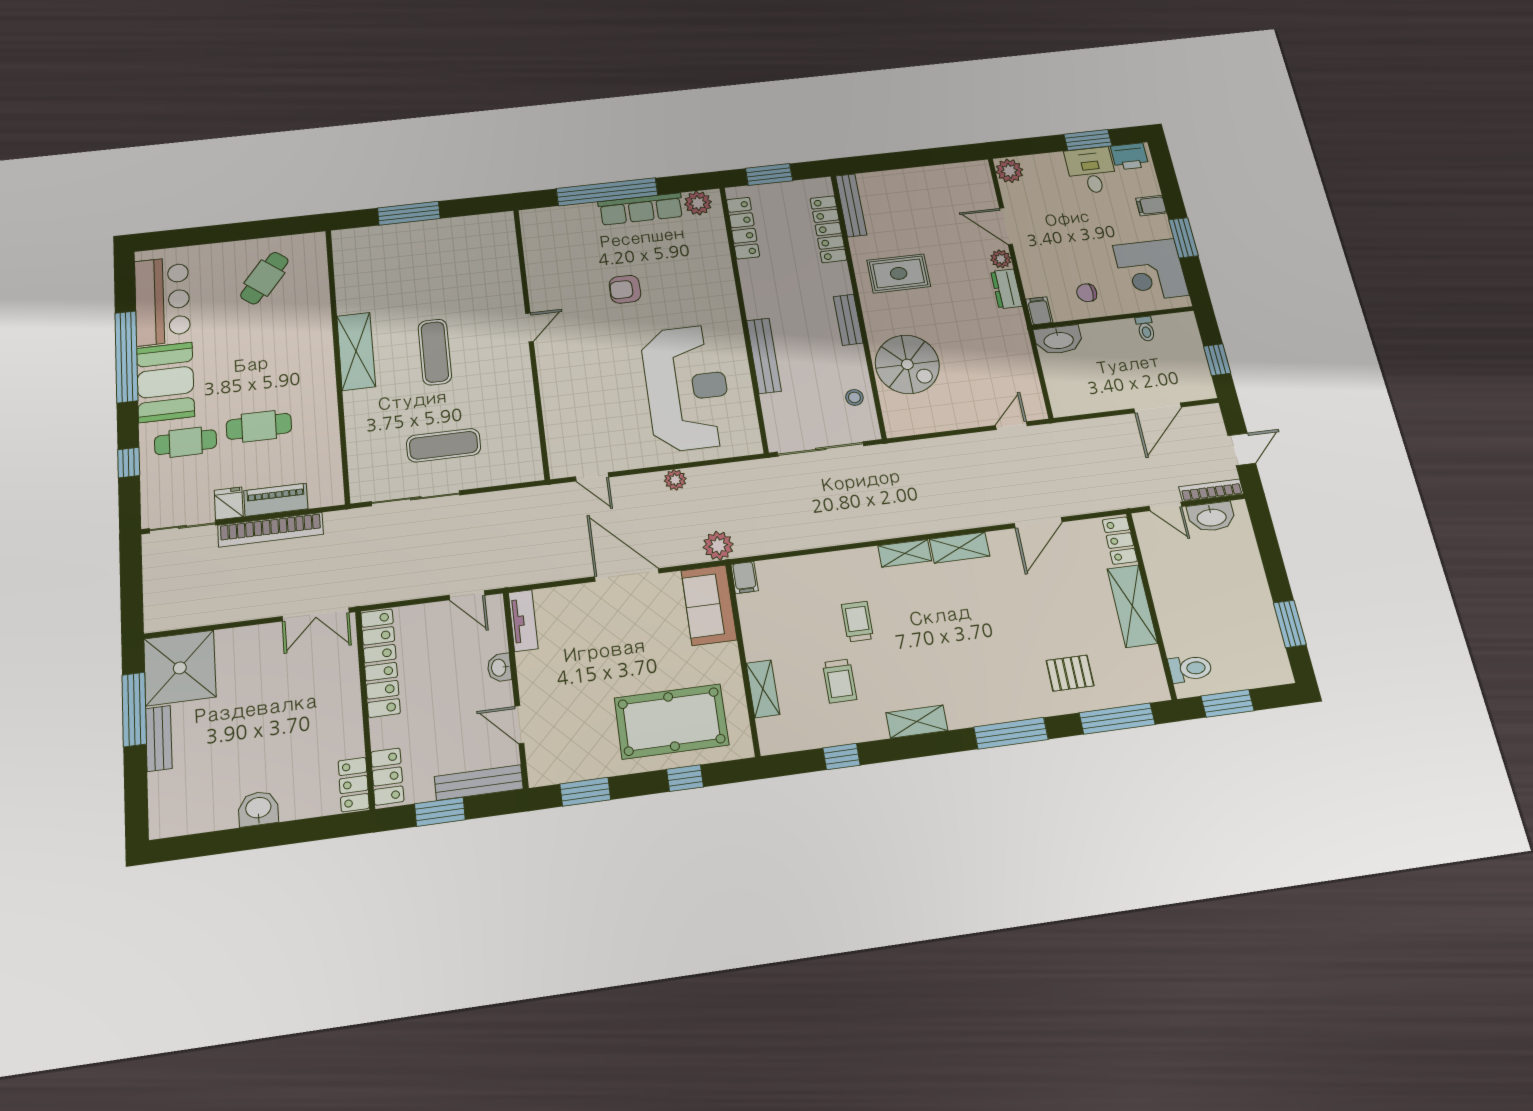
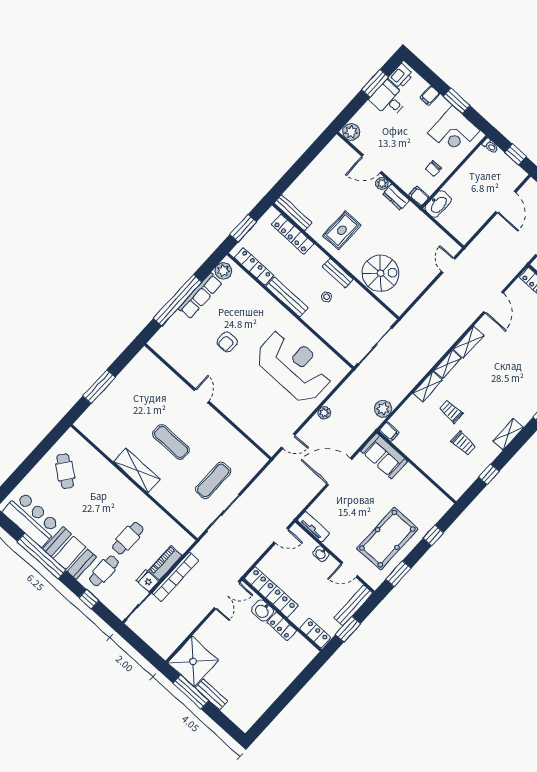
toilet: (1146, 329) -> (490, 146), moved
bench: (764, 356) -> (287, 297), moved
stool: (854, 397) -> (327, 297), moved
plant: (718, 546) -> (383, 409), moved
shelving: (763, 689) -> (428, 387), moved, turned 90
pool table: (671, 721) -> (387, 539), moved
locker: (354, 785) -> (282, 626), moved
washbasin: (258, 809) -> (263, 611), moved, turned -90

